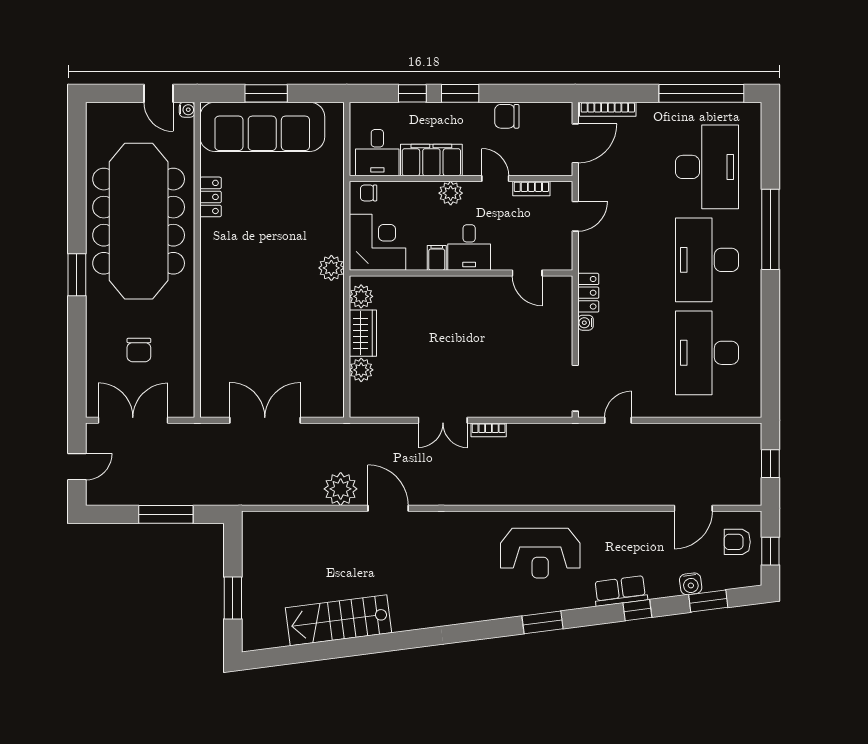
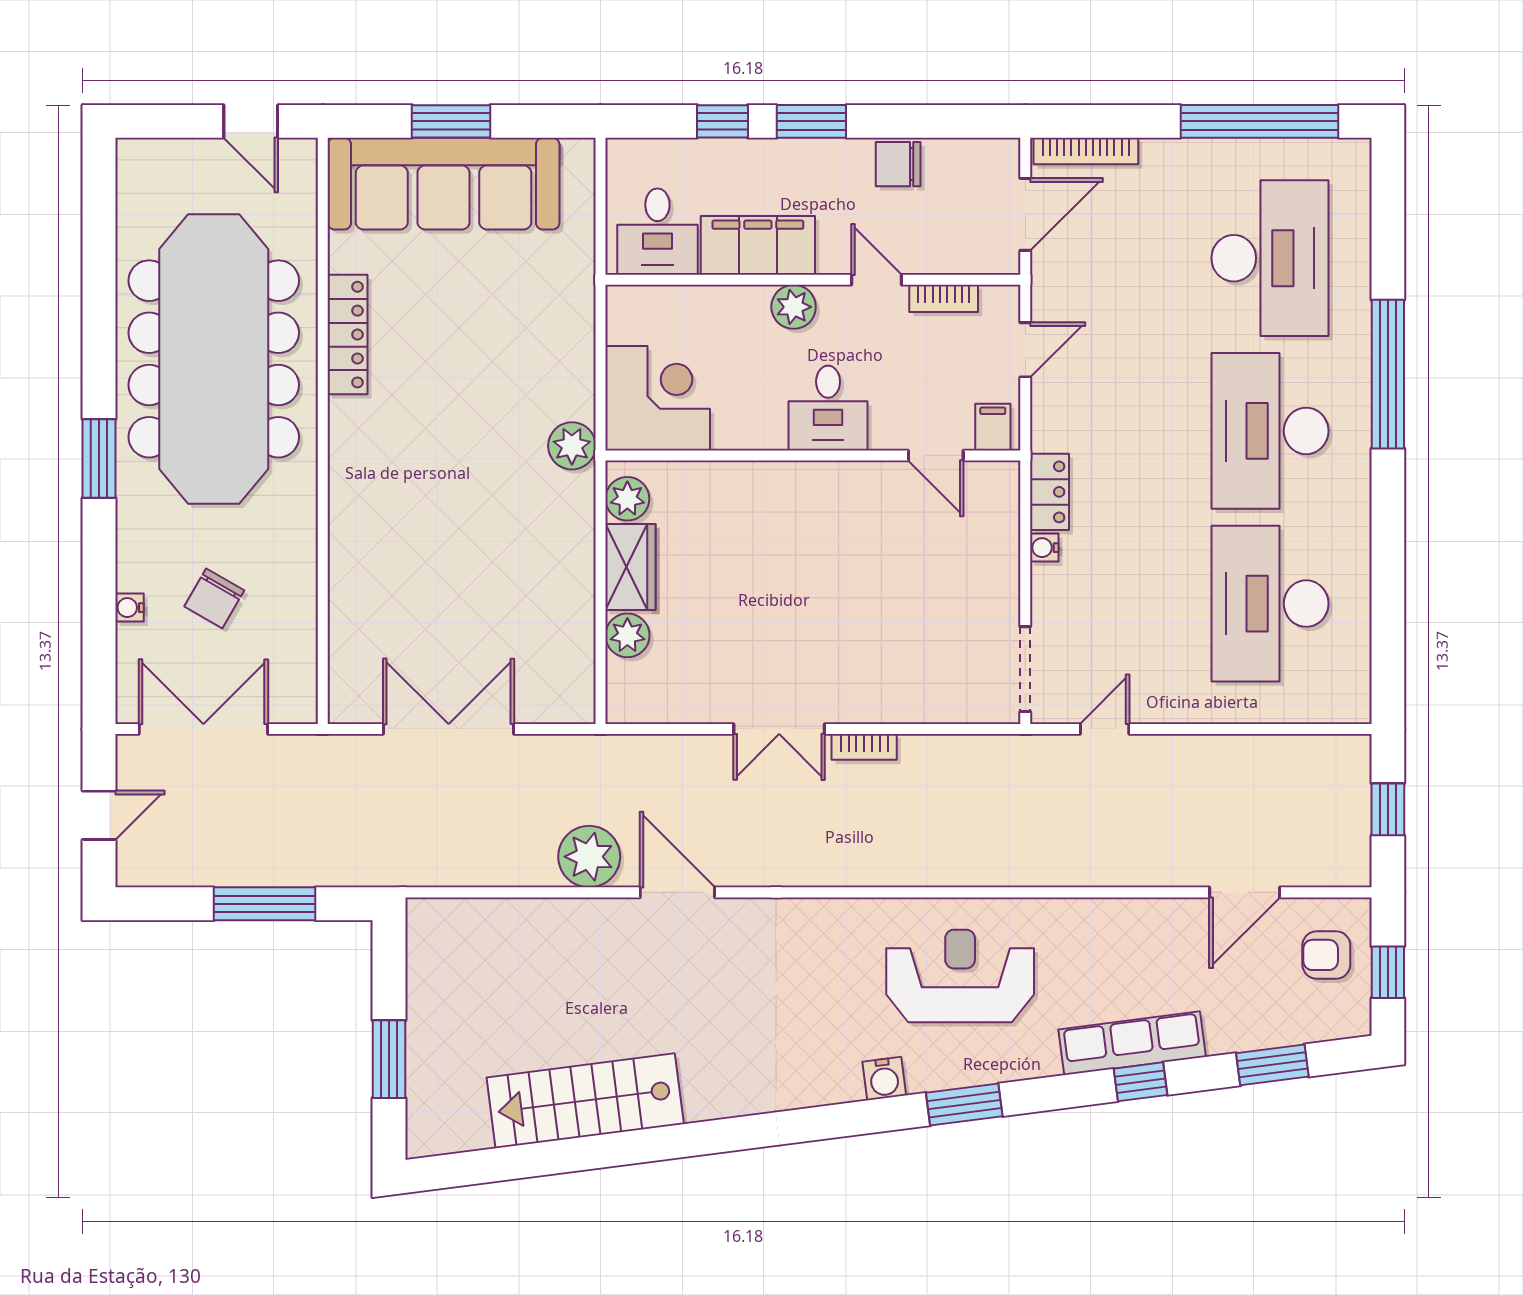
water cooler: (187, 110) -> (129, 608), moved, turned 180
chair: (369, 193) -> (641, 307), removed
locker: (211, 197) -> (348, 335), width x1.53
filing cabinet: (437, 258) -> (993, 427), moved
chair: (139, 350) -> (214, 598), turned 30
reception desk: (540, 553) -> (960, 976), turned 180
water cooler: (691, 584) -> (884, 1079), moved
row of seats: (620, 591) -> (1132, 1043), width x1.48

